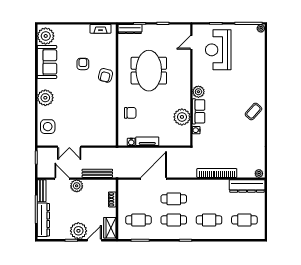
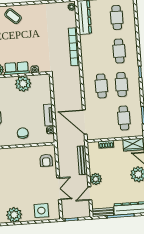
armchair: (100, 135) -> (46, 160), added
door: (154, 179) -> (85, 122), moved

